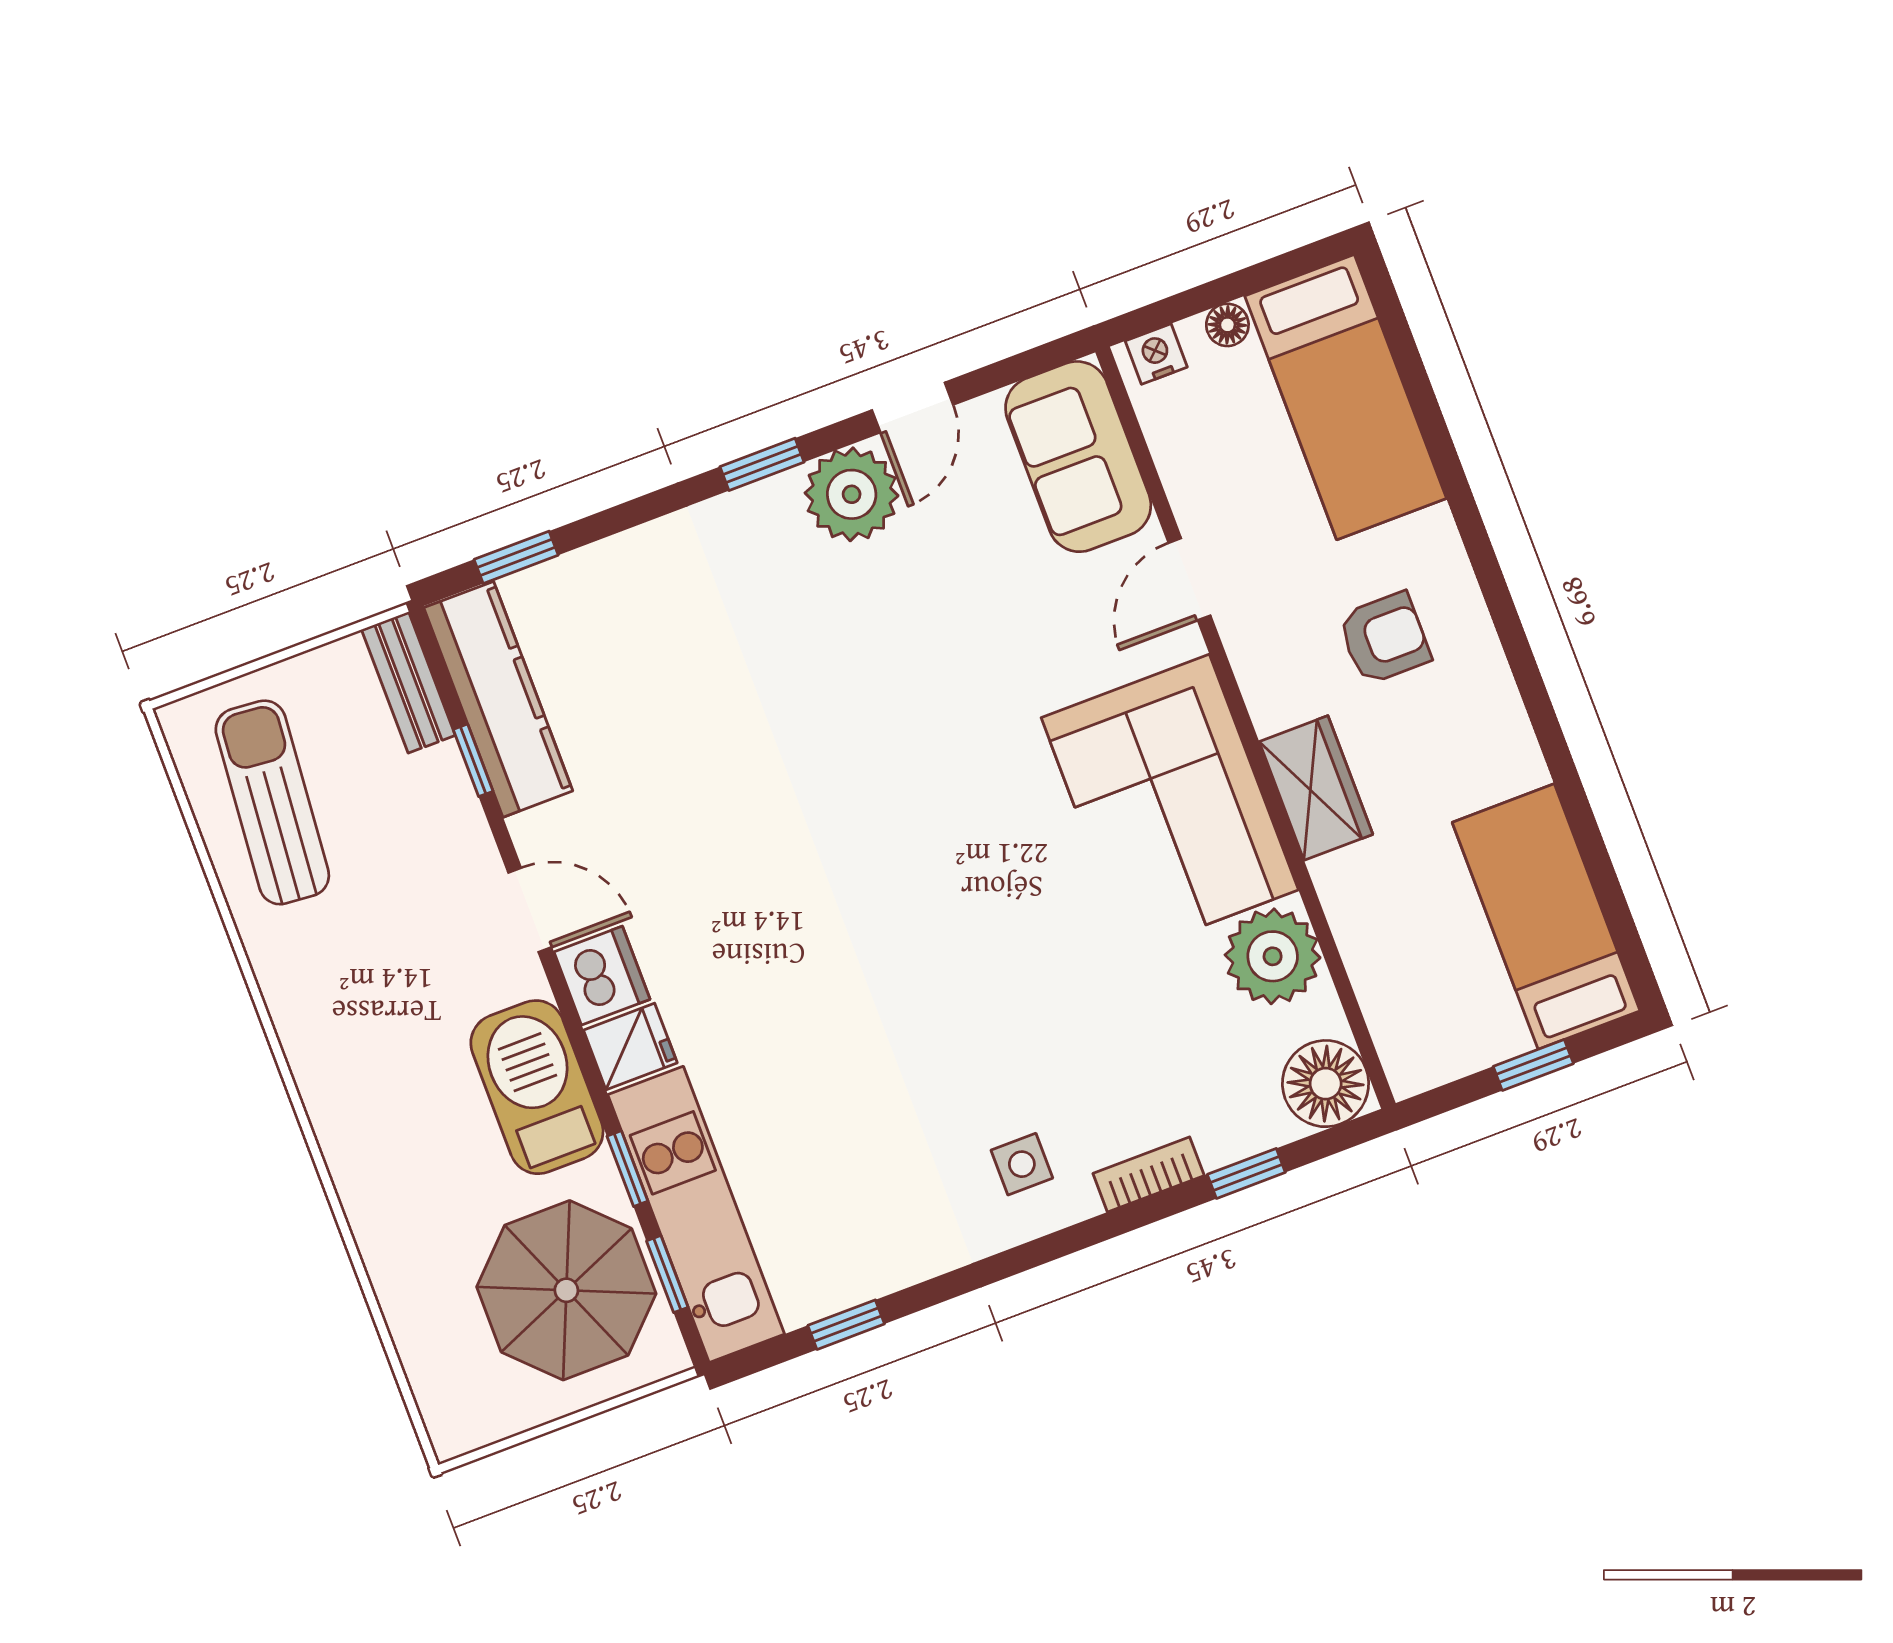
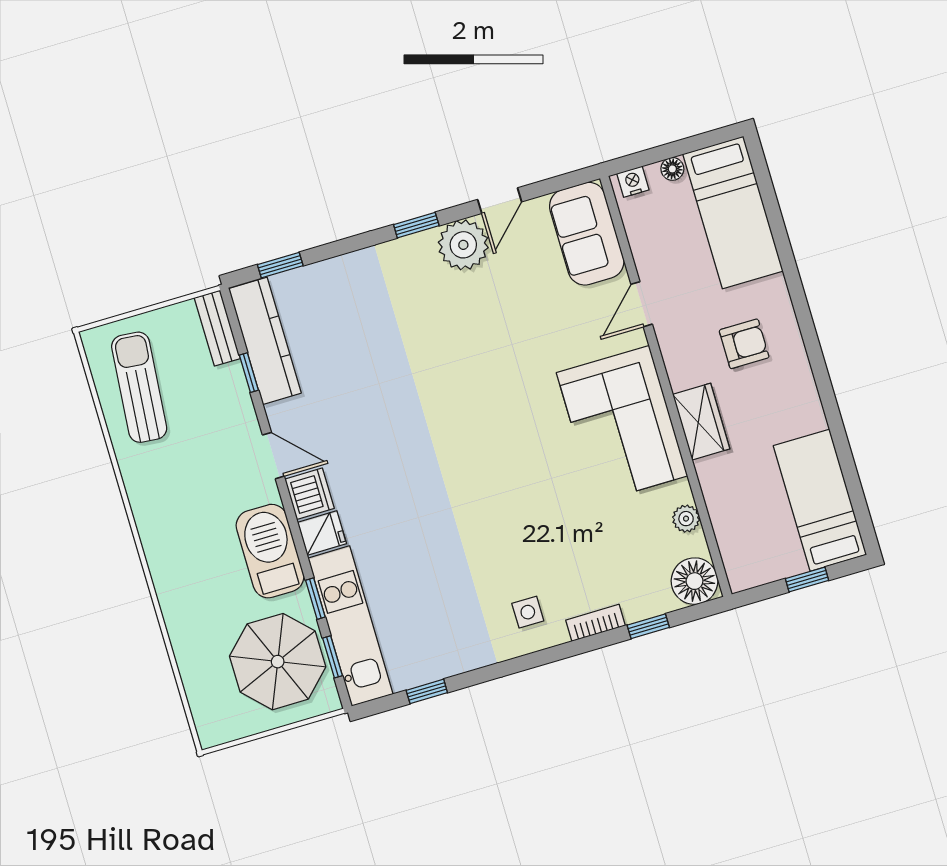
plant: (1273, 956) -> (686, 519), width x0.53, depth x0.53

